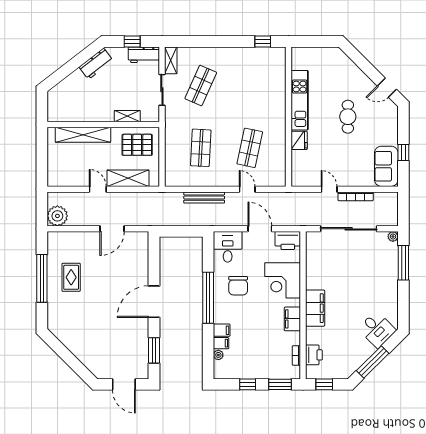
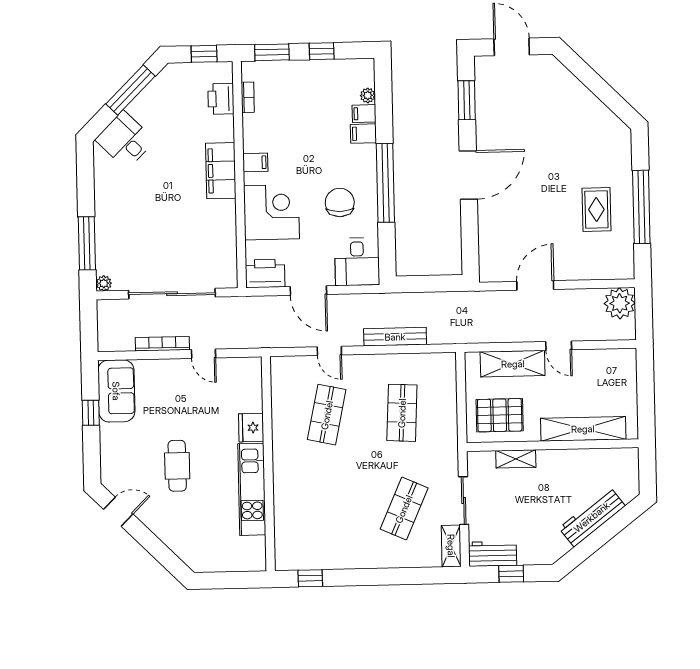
workbench: (96, 64) -> (592, 517), moved, width x1.38
filing cabinet: (292, 319) -> (255, 162), width x0.50

